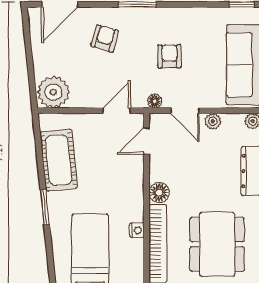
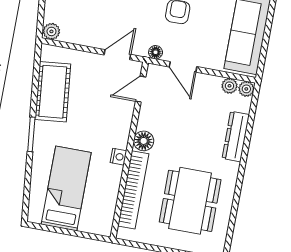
plant: (53, 92) -> (51, 31), width x0.53, depth x0.53
plant: (213, 121) -> (229, 86), moved
nightstand: (137, 230) -> (118, 157), moved

